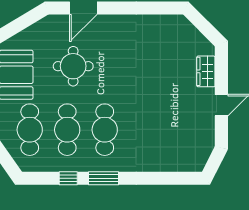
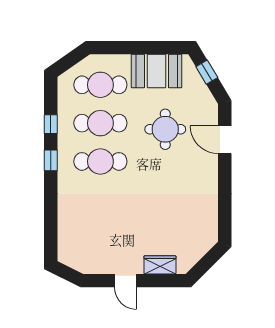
window: (17, 26) -> (207, 72), added
window: (104, 178) -> (51, 160), width x0.67

